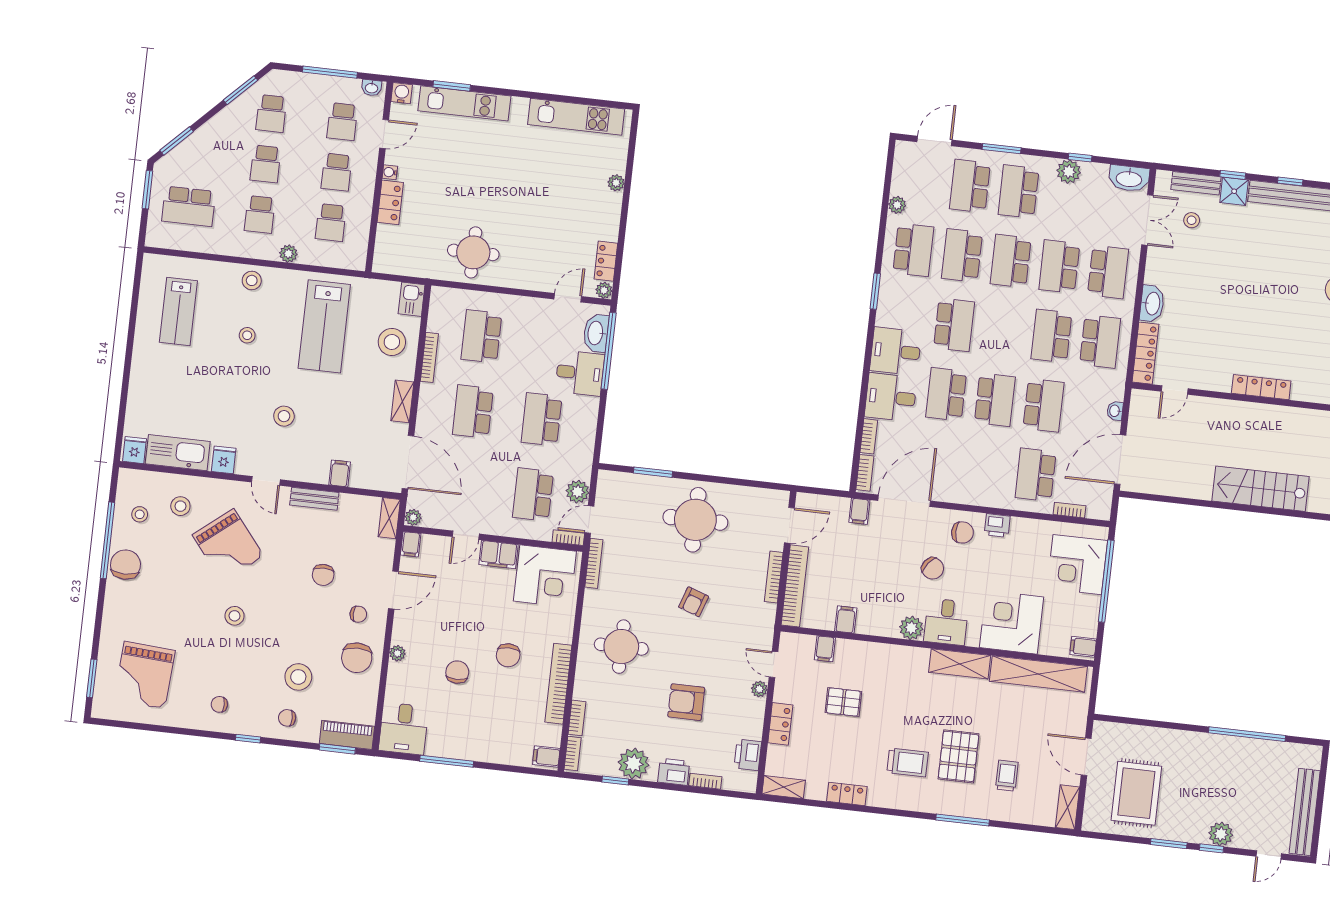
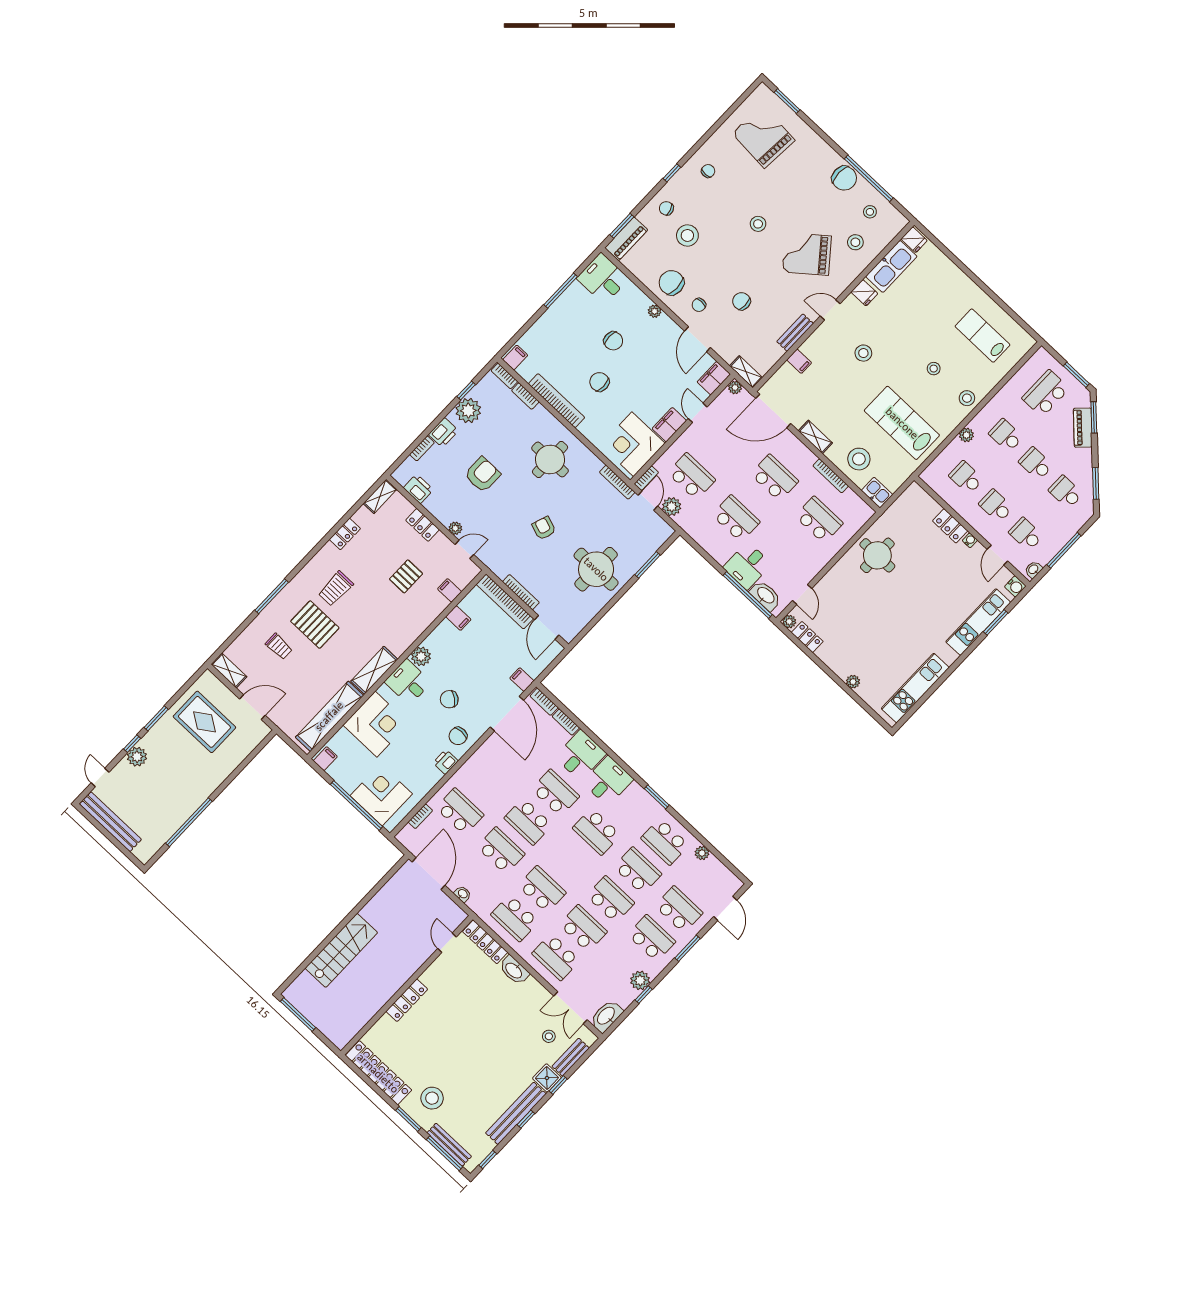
piano: (195, 144) -> (1083, 428), added
school desk: (1044, 405) -> (501, 850), turned 180
filing cabinet: (411, 544) -> (714, 378), width x2.00
chair: (287, 718) -> (666, 208), turned -108

